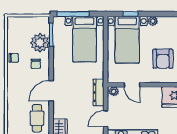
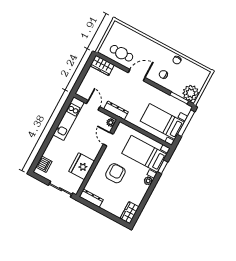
plant: (40, 43) -> (191, 93), moved
armchair: (163, 59) -> (115, 173), turned 90
door: (132, 85) -> (108, 139), hinge flipped
door: (51, 91) -> (137, 75), hinge flipped

